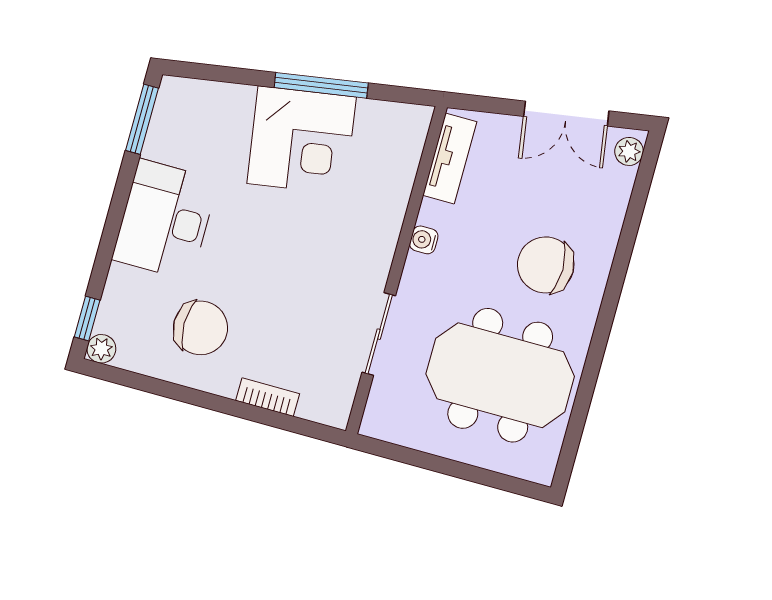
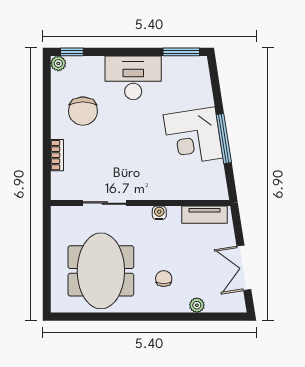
plant: (629, 151) -> (197, 305), moved
chair: (546, 265) -> (164, 279), width x0.54, depth x0.54

